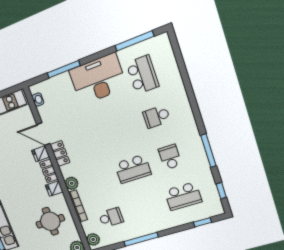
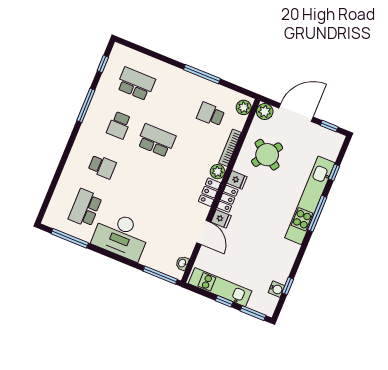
window: (64, 69) -> (160, 275), moved
locker: (60, 153) -> (210, 192), moved
round table: (50, 221) -> (267, 155), turned 34
window: (202, 222) -> (139, 48), removed

